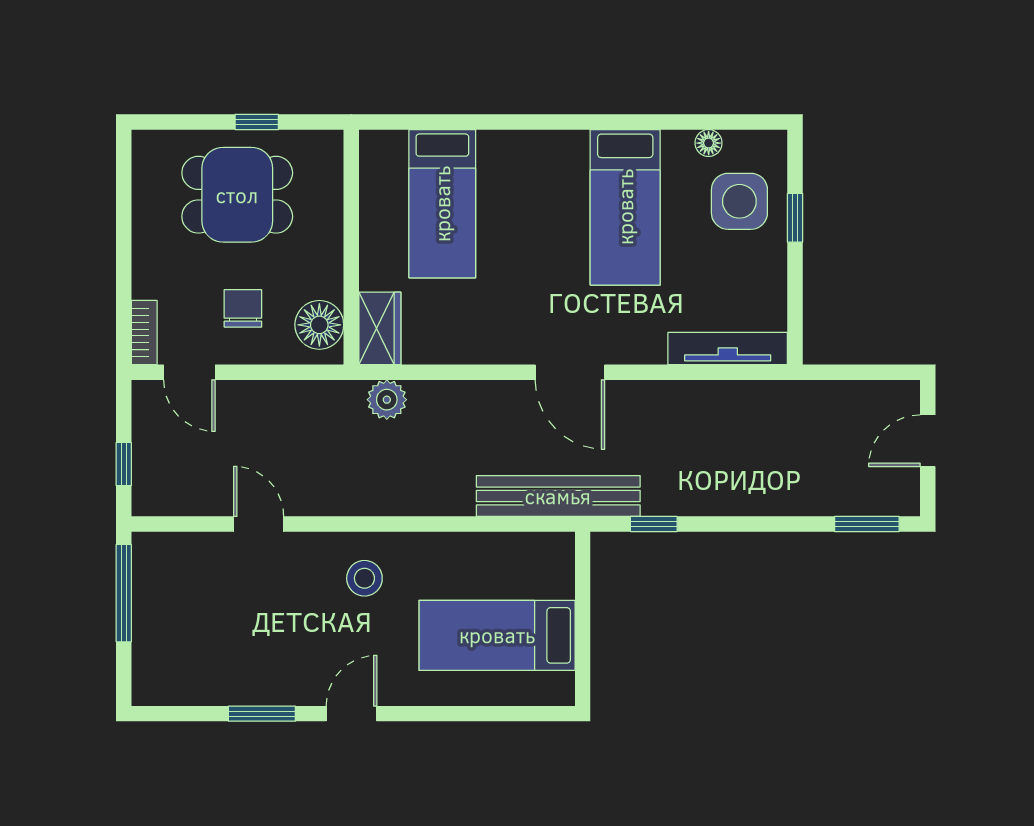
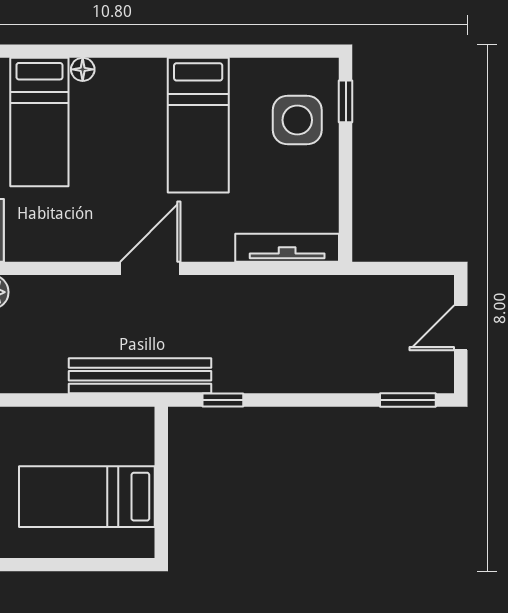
floor lamp: (709, 143) -> (83, 69), moved
window: (795, 218) -> (346, 101), moved
door: (570, 372) -> (150, 268), swing flipped

